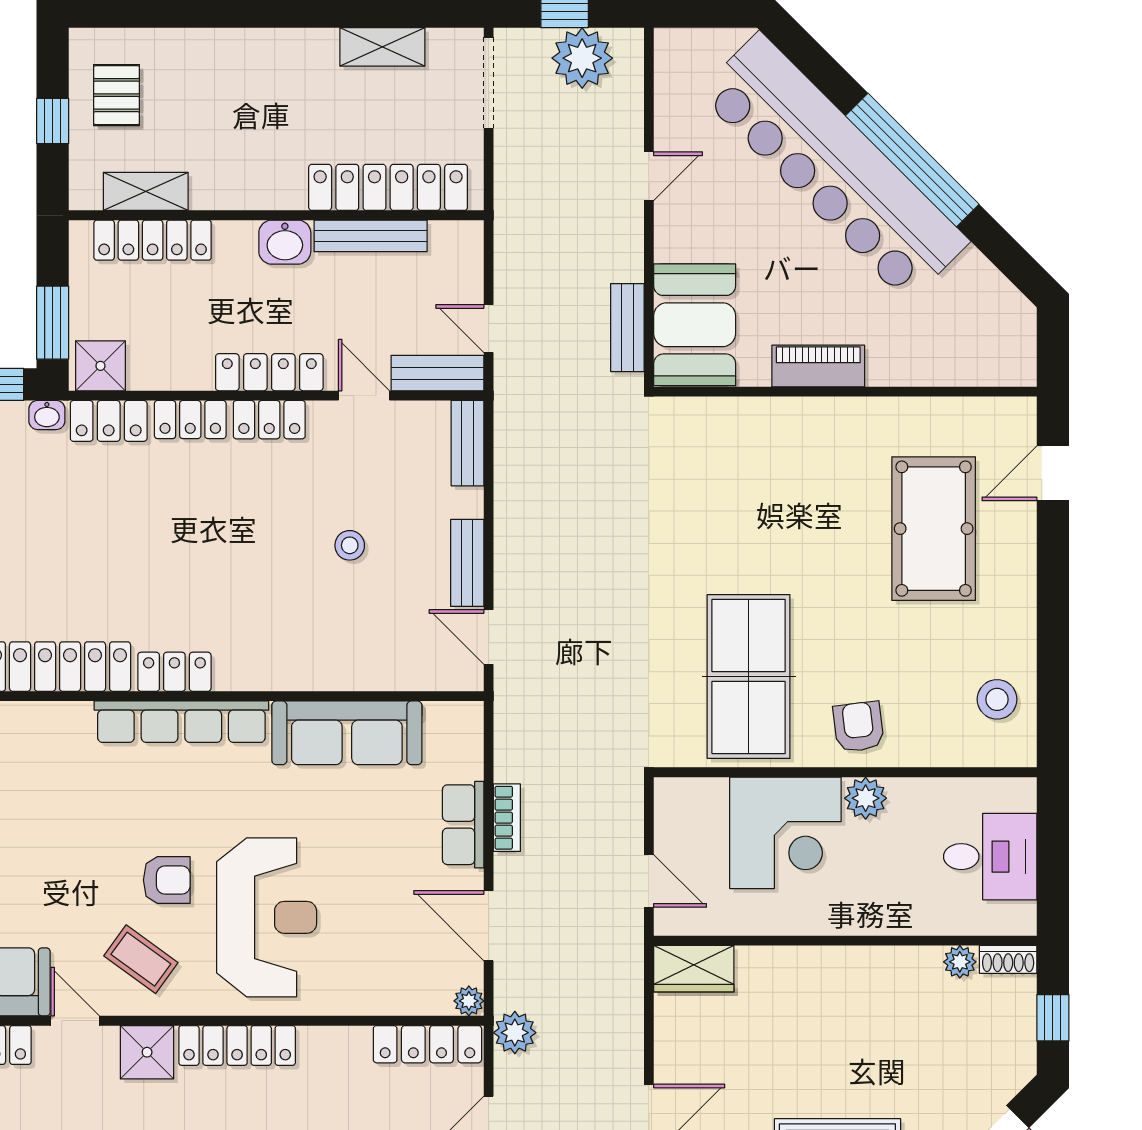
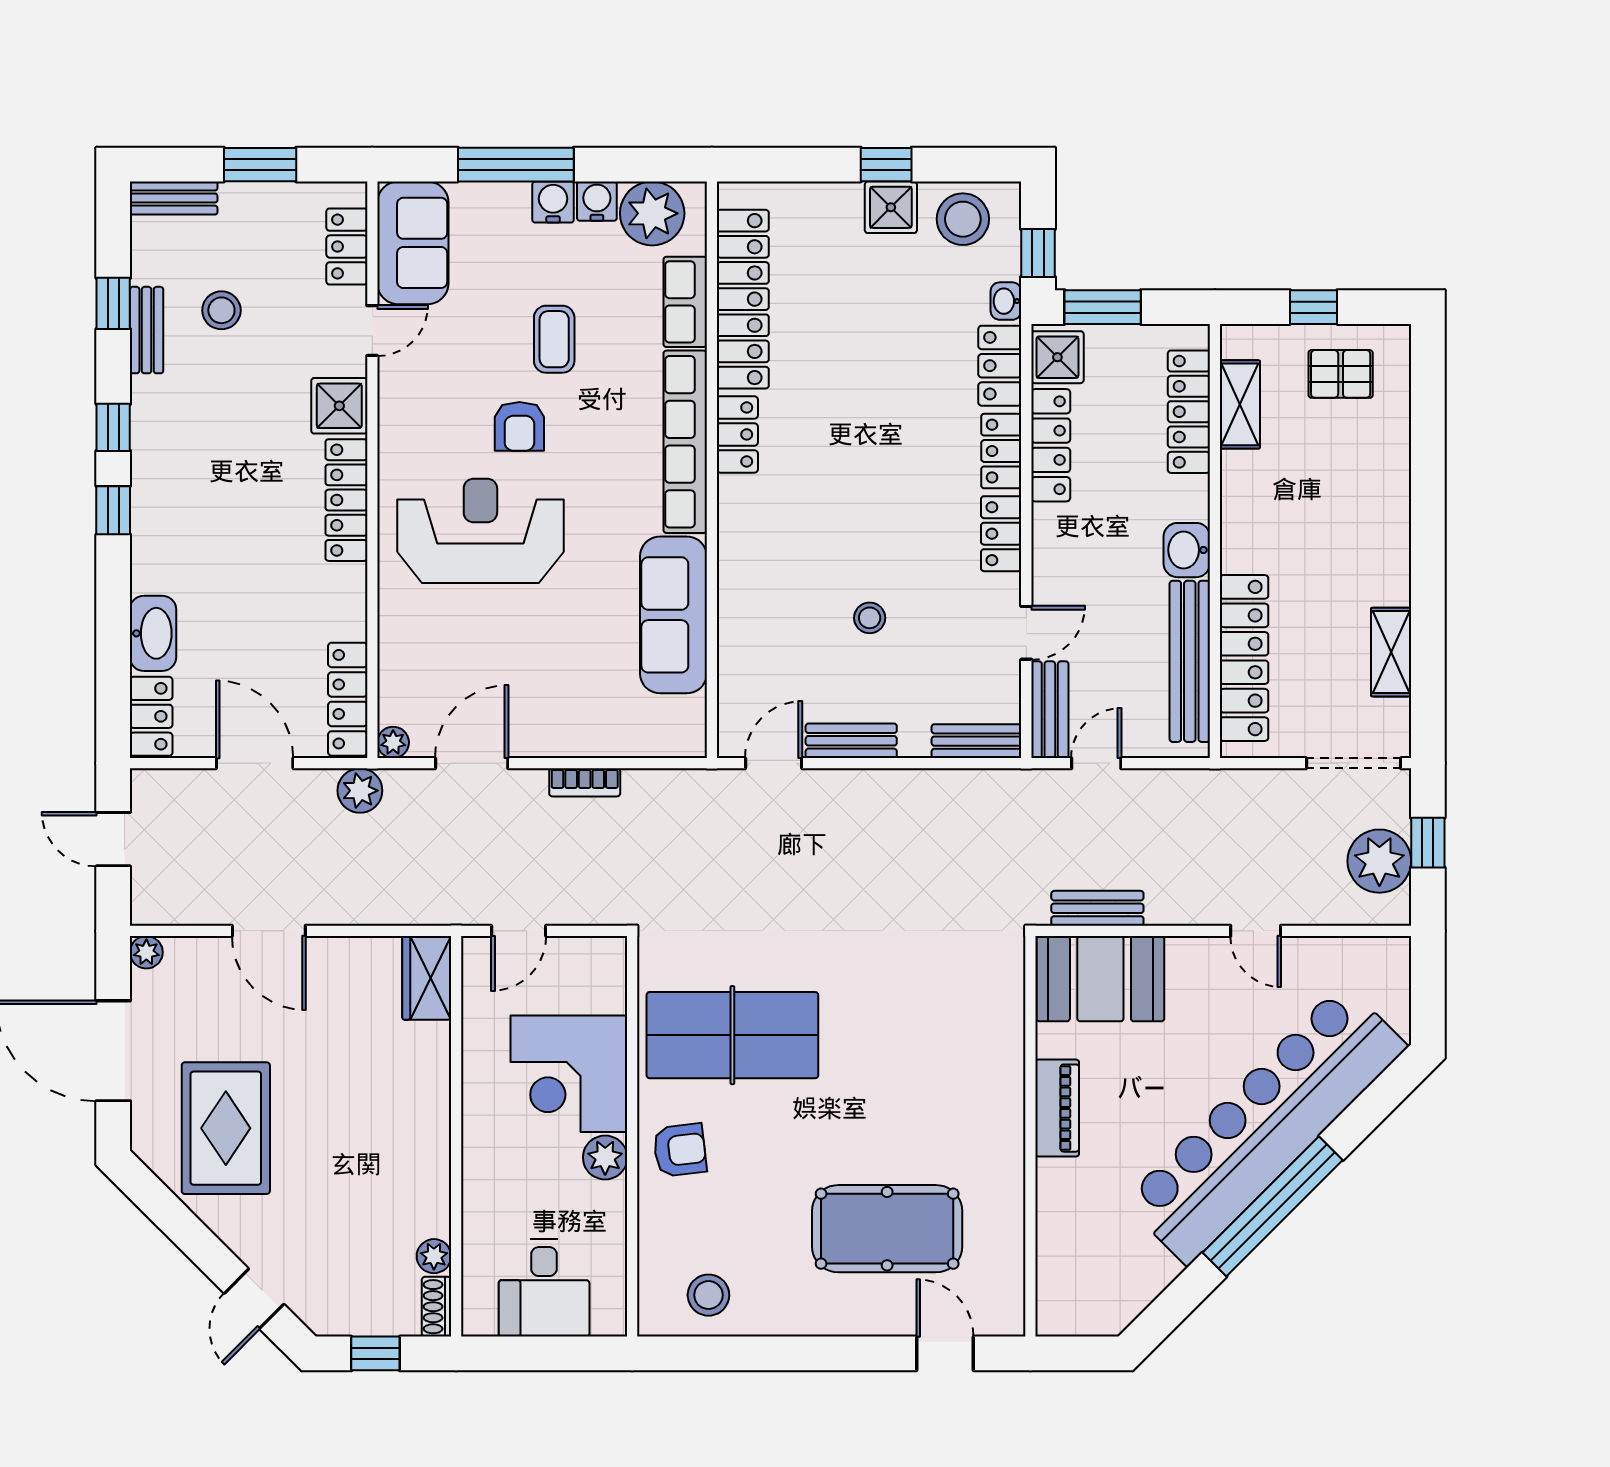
bench: (371, 236) -> (1190, 661), width x1.37, depth x1.21
locker: (269, 372) -> (1051, 445), moved
row of seats: (463, 825) -> (685, 302), moved, turned -90
reception desk: (267, 917) -> (480, 531), turned 180
coffee table: (141, 959) -> (554, 339), moved, turned -36

